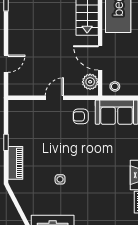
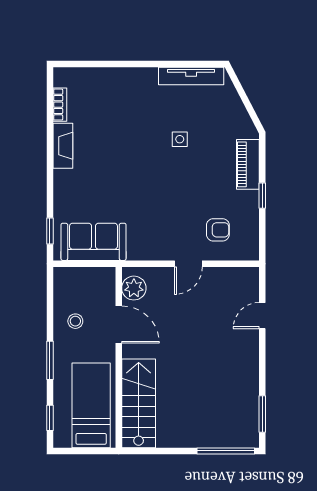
stool: (115, 86) -> (75, 321), moved
armchair: (81, 116) -> (218, 230), moved

